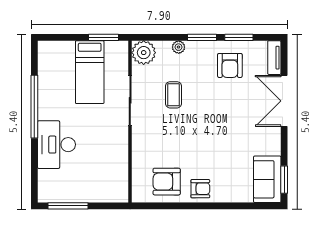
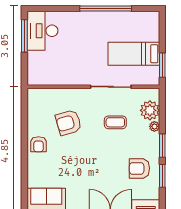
plant: (144, 53) -> (150, 110), moved
desk: (57, 145) -> (42, 31), moved, turned -90
armchair: (167, 182) -> (68, 123), moved, turned -106

